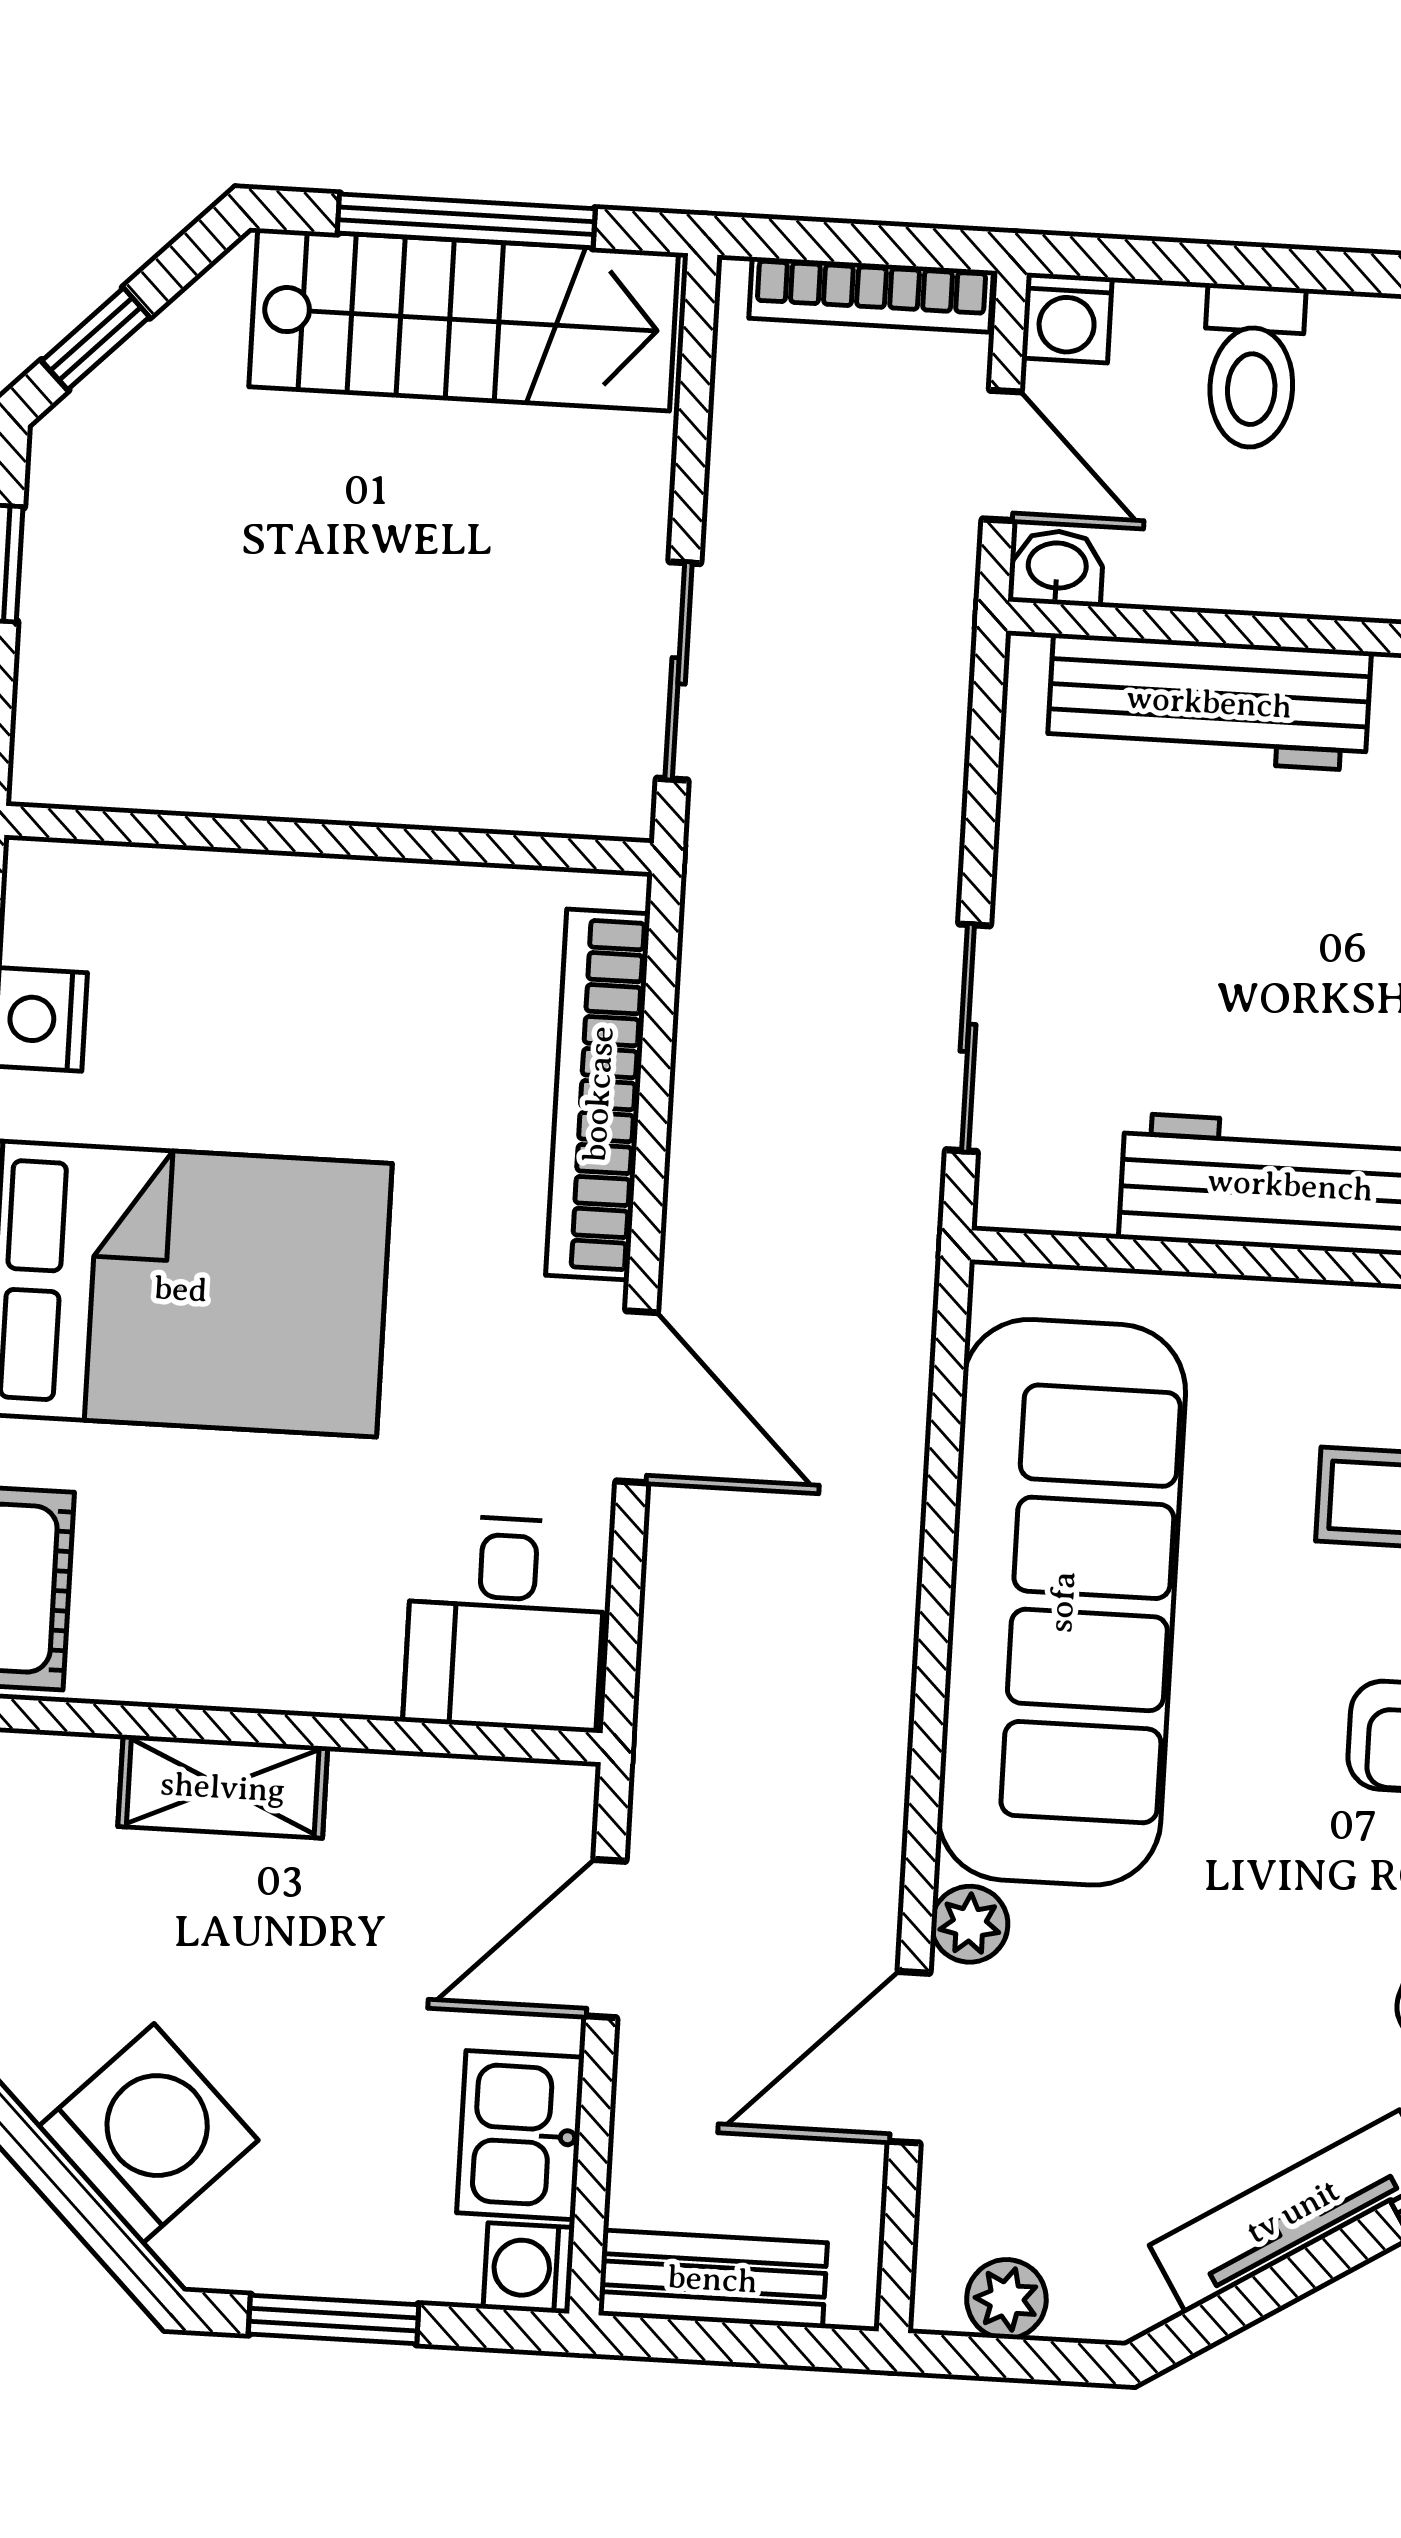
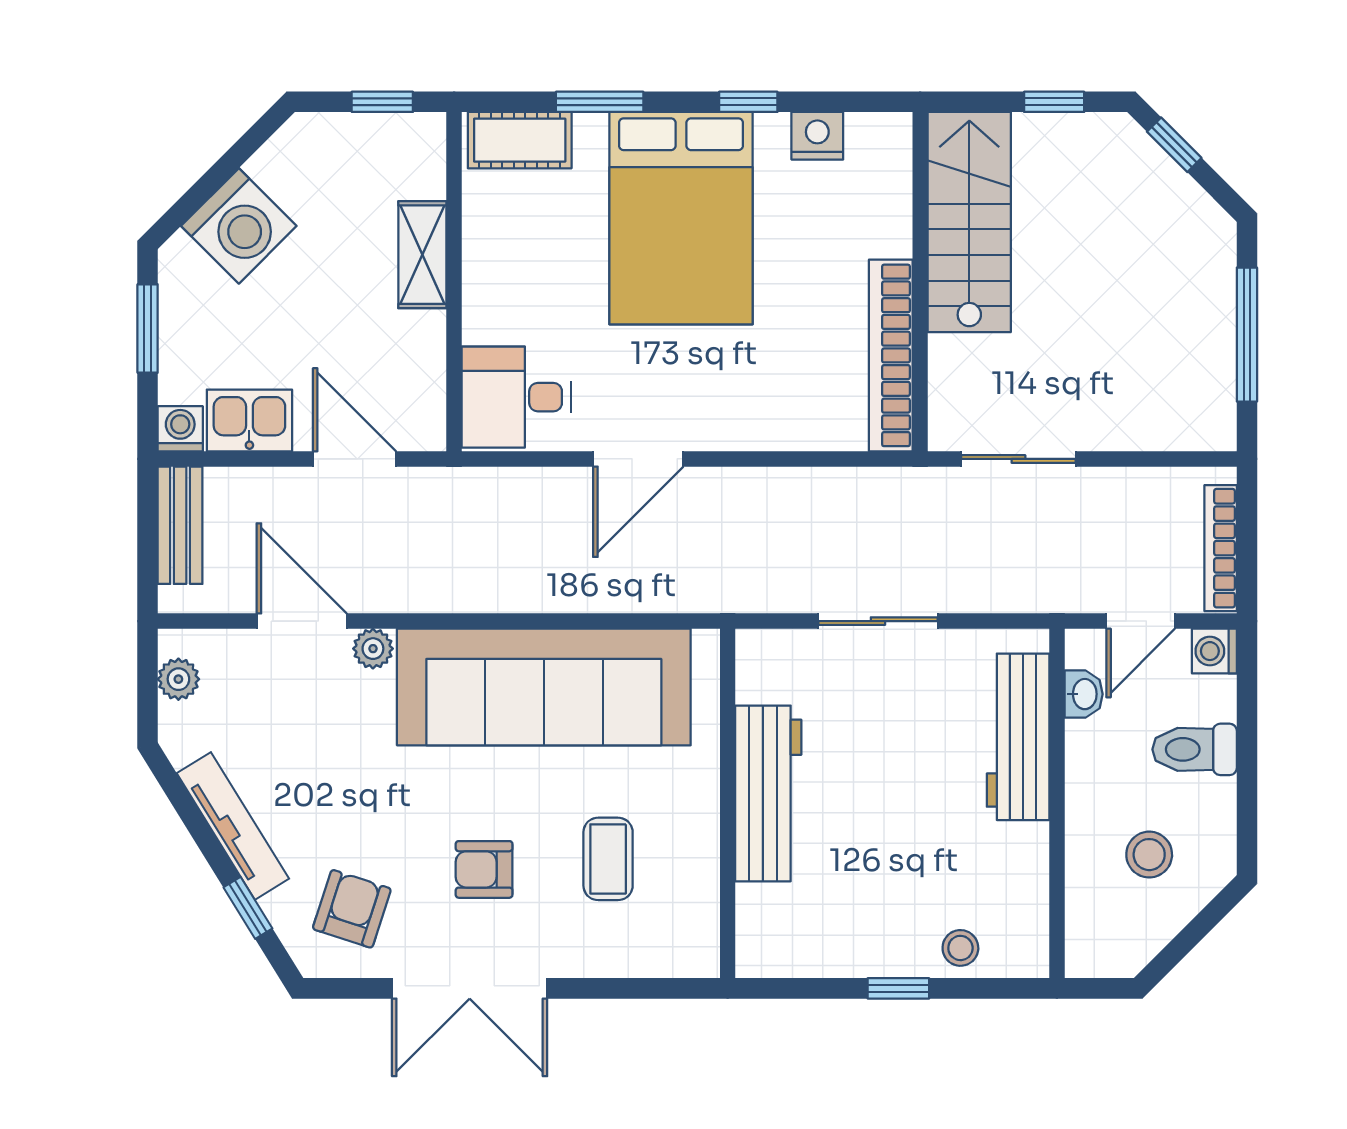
stairs: (464, 320) -> (969, 222), moved, turned 180
washbasin: (1057, 568) -> (1084, 694), moved
sliding door: (968, 1038) -> (878, 621), moved
bookcase: (598, 1094) -> (891, 355), moved, turned -90

